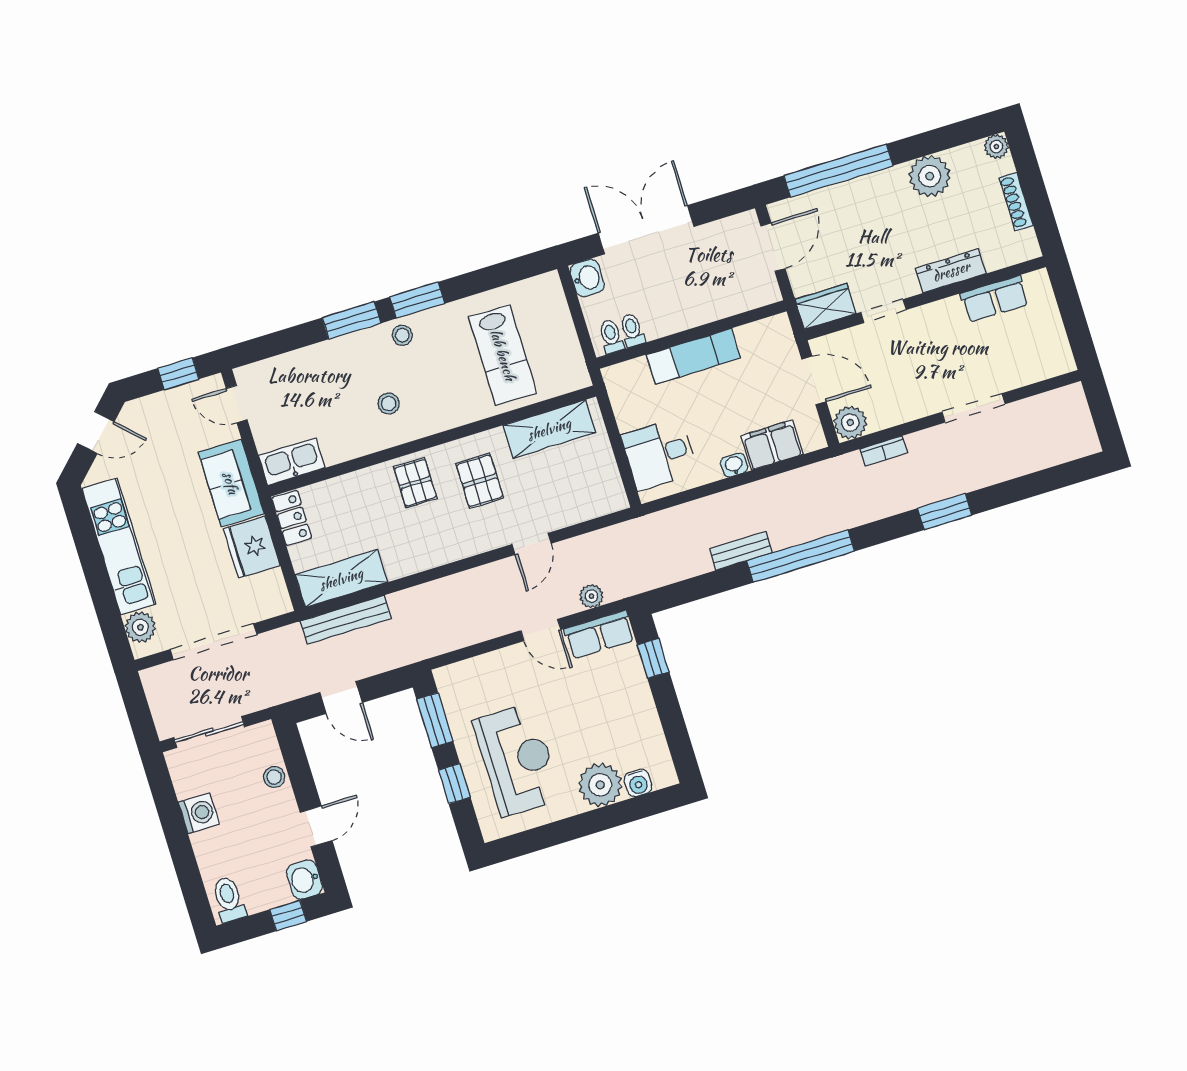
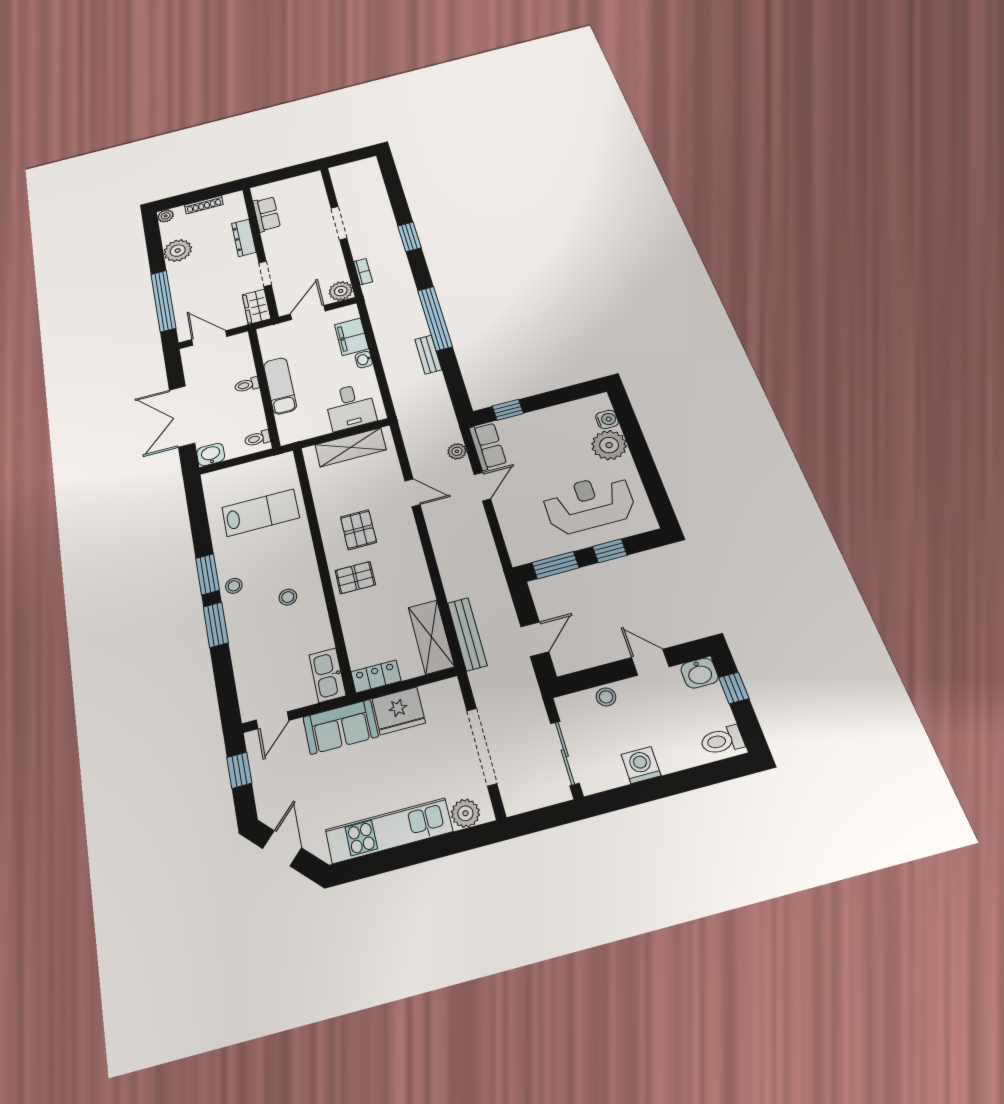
toilet: (632, 330) -> (247, 385), moved
shelving: (549, 429) -> (351, 447), moved, turned 90
pallet: (480, 481) -> (358, 530), turned 90

